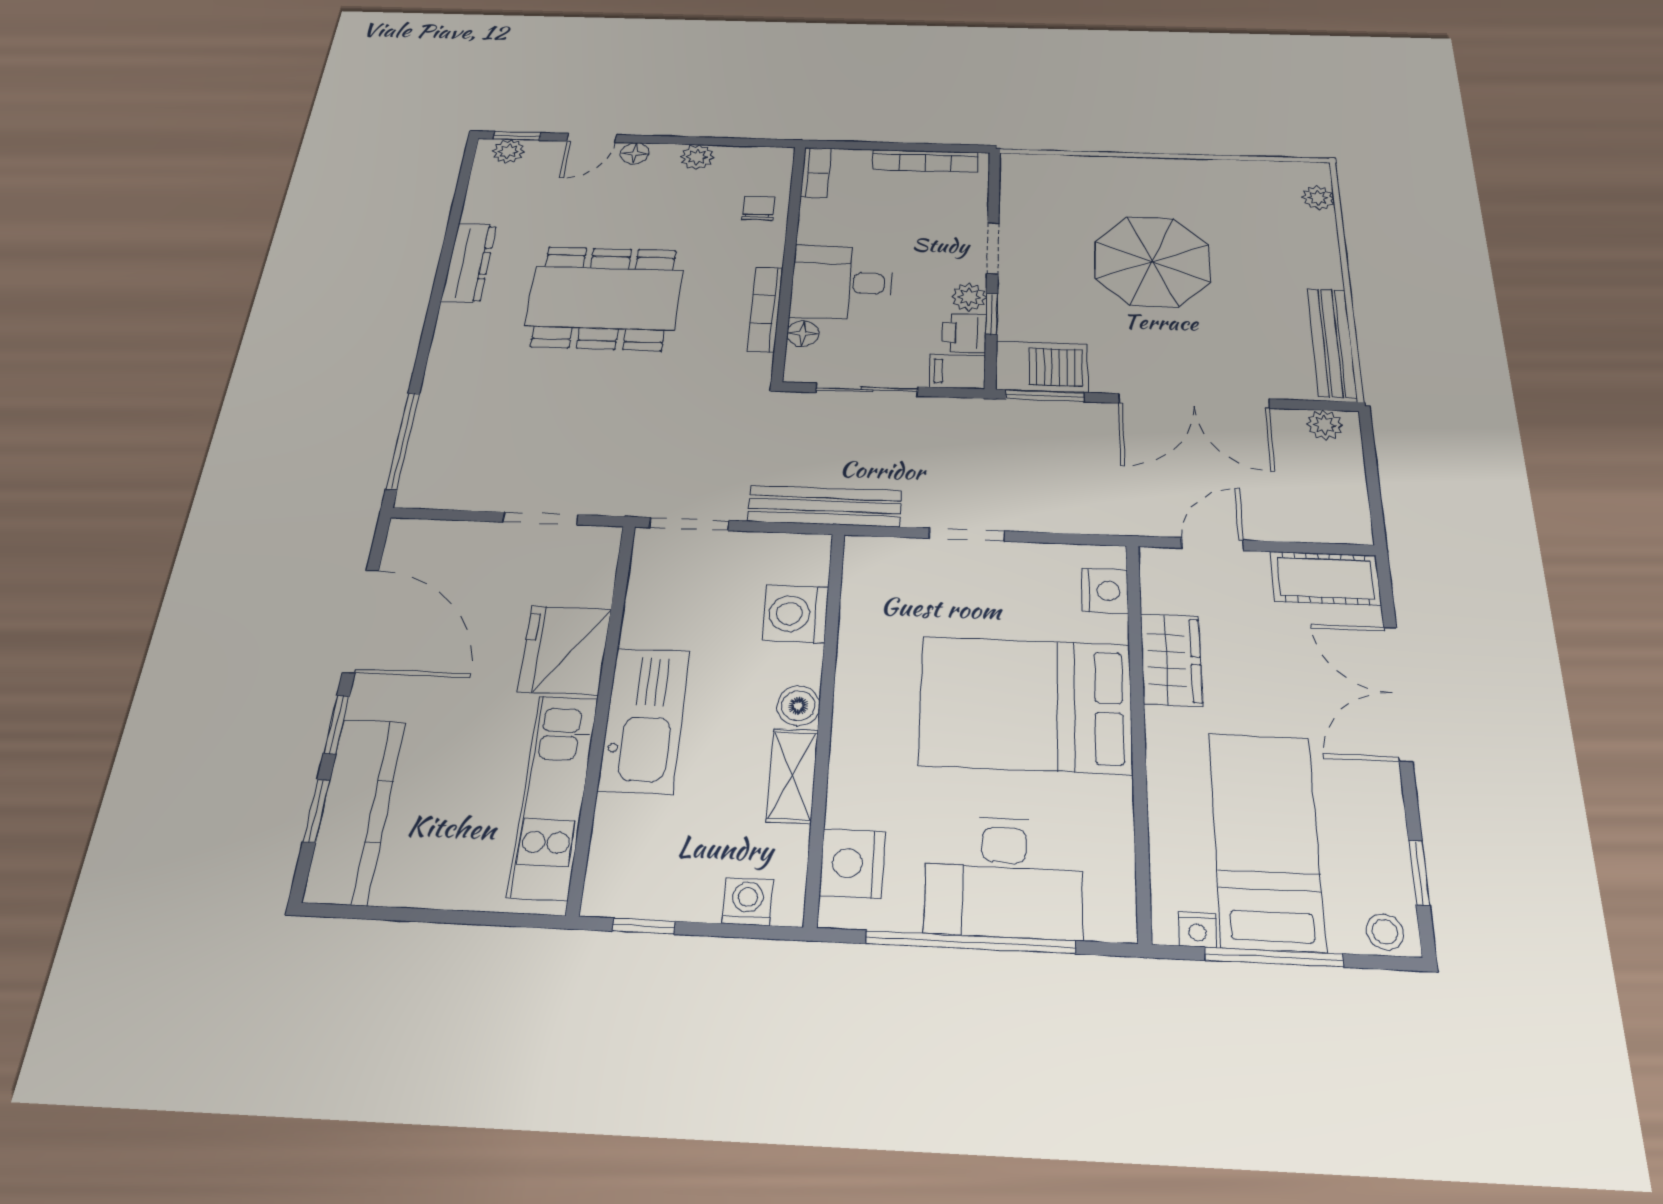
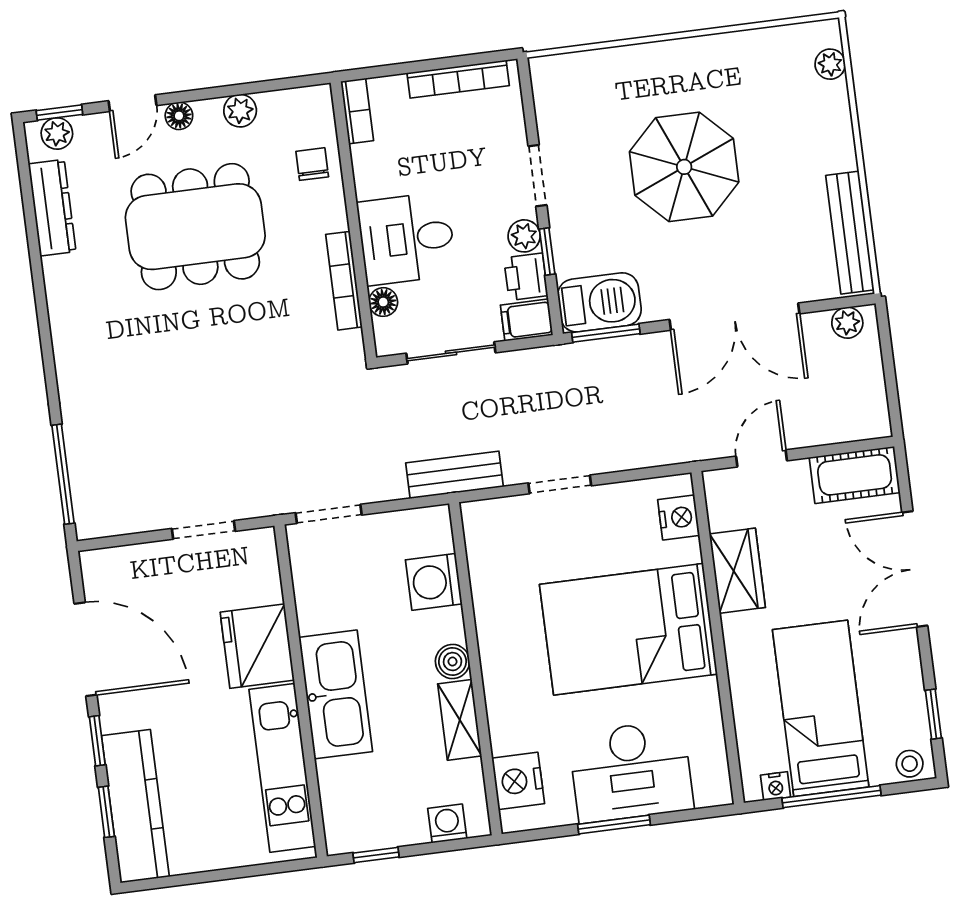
dresser: (469, 263) -> (52, 208), moved
dining table: (604, 298) -> (195, 227), moved
bench: (825, 506) -> (455, 475), width x0.73
window: (970, 942) -> (614, 824), width x0.47

